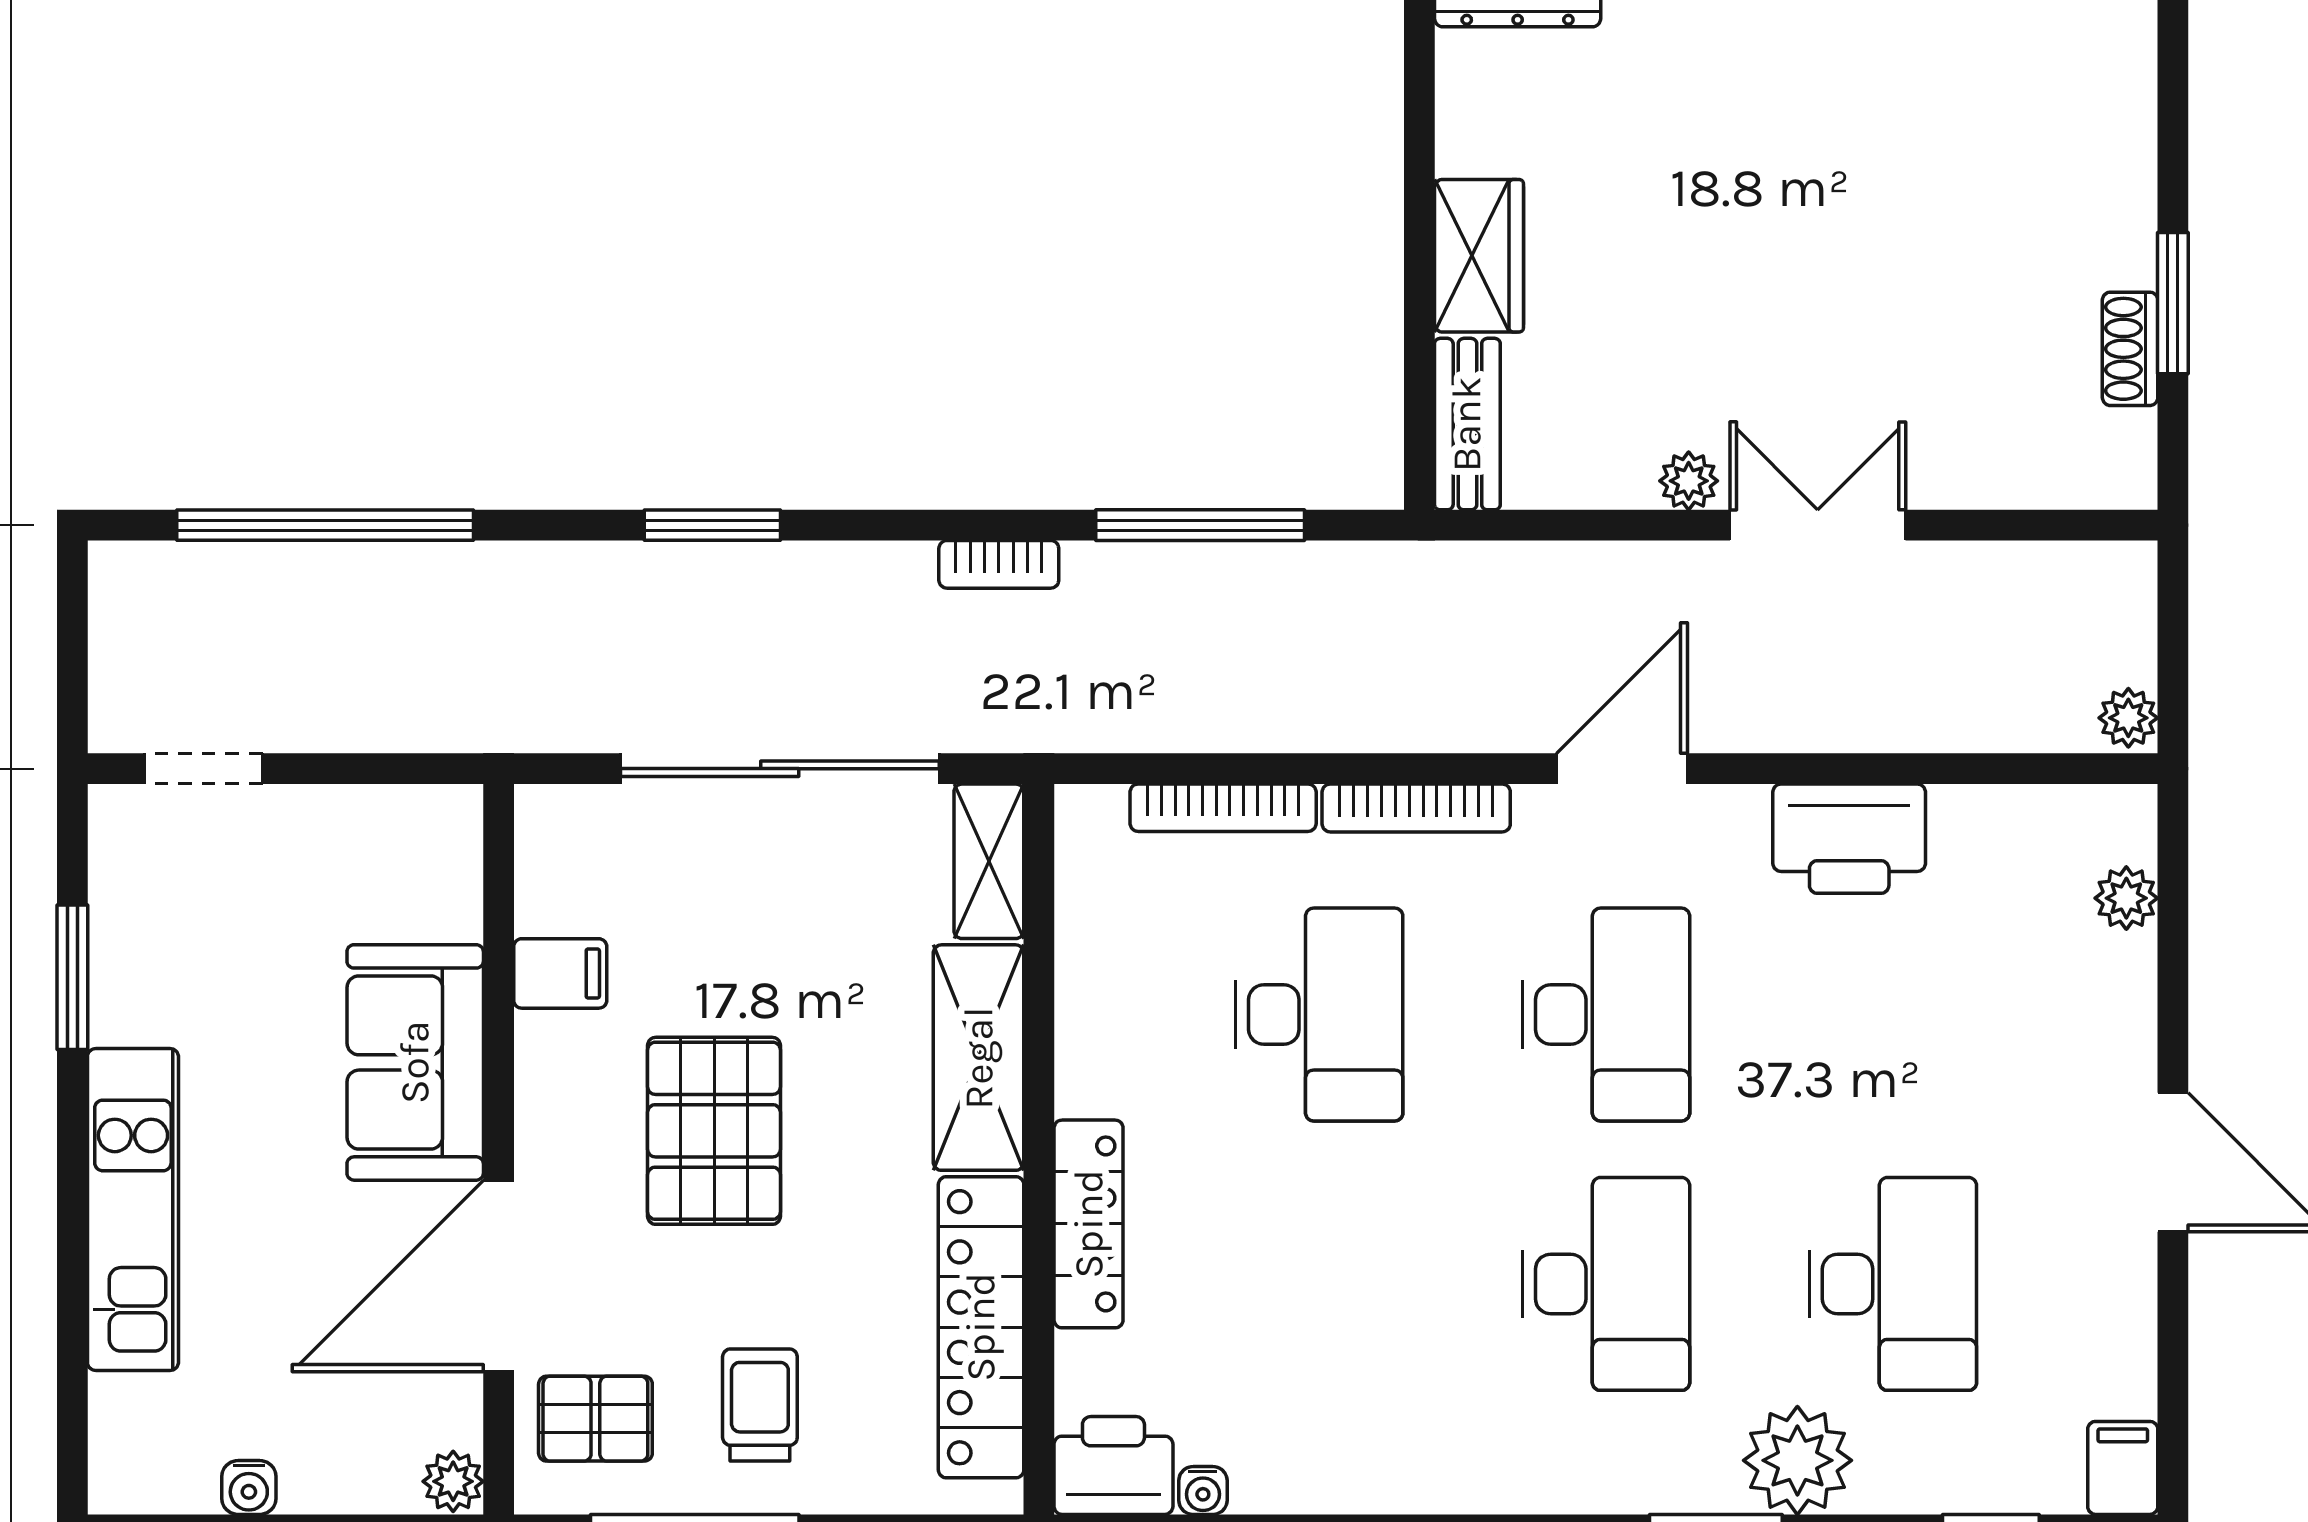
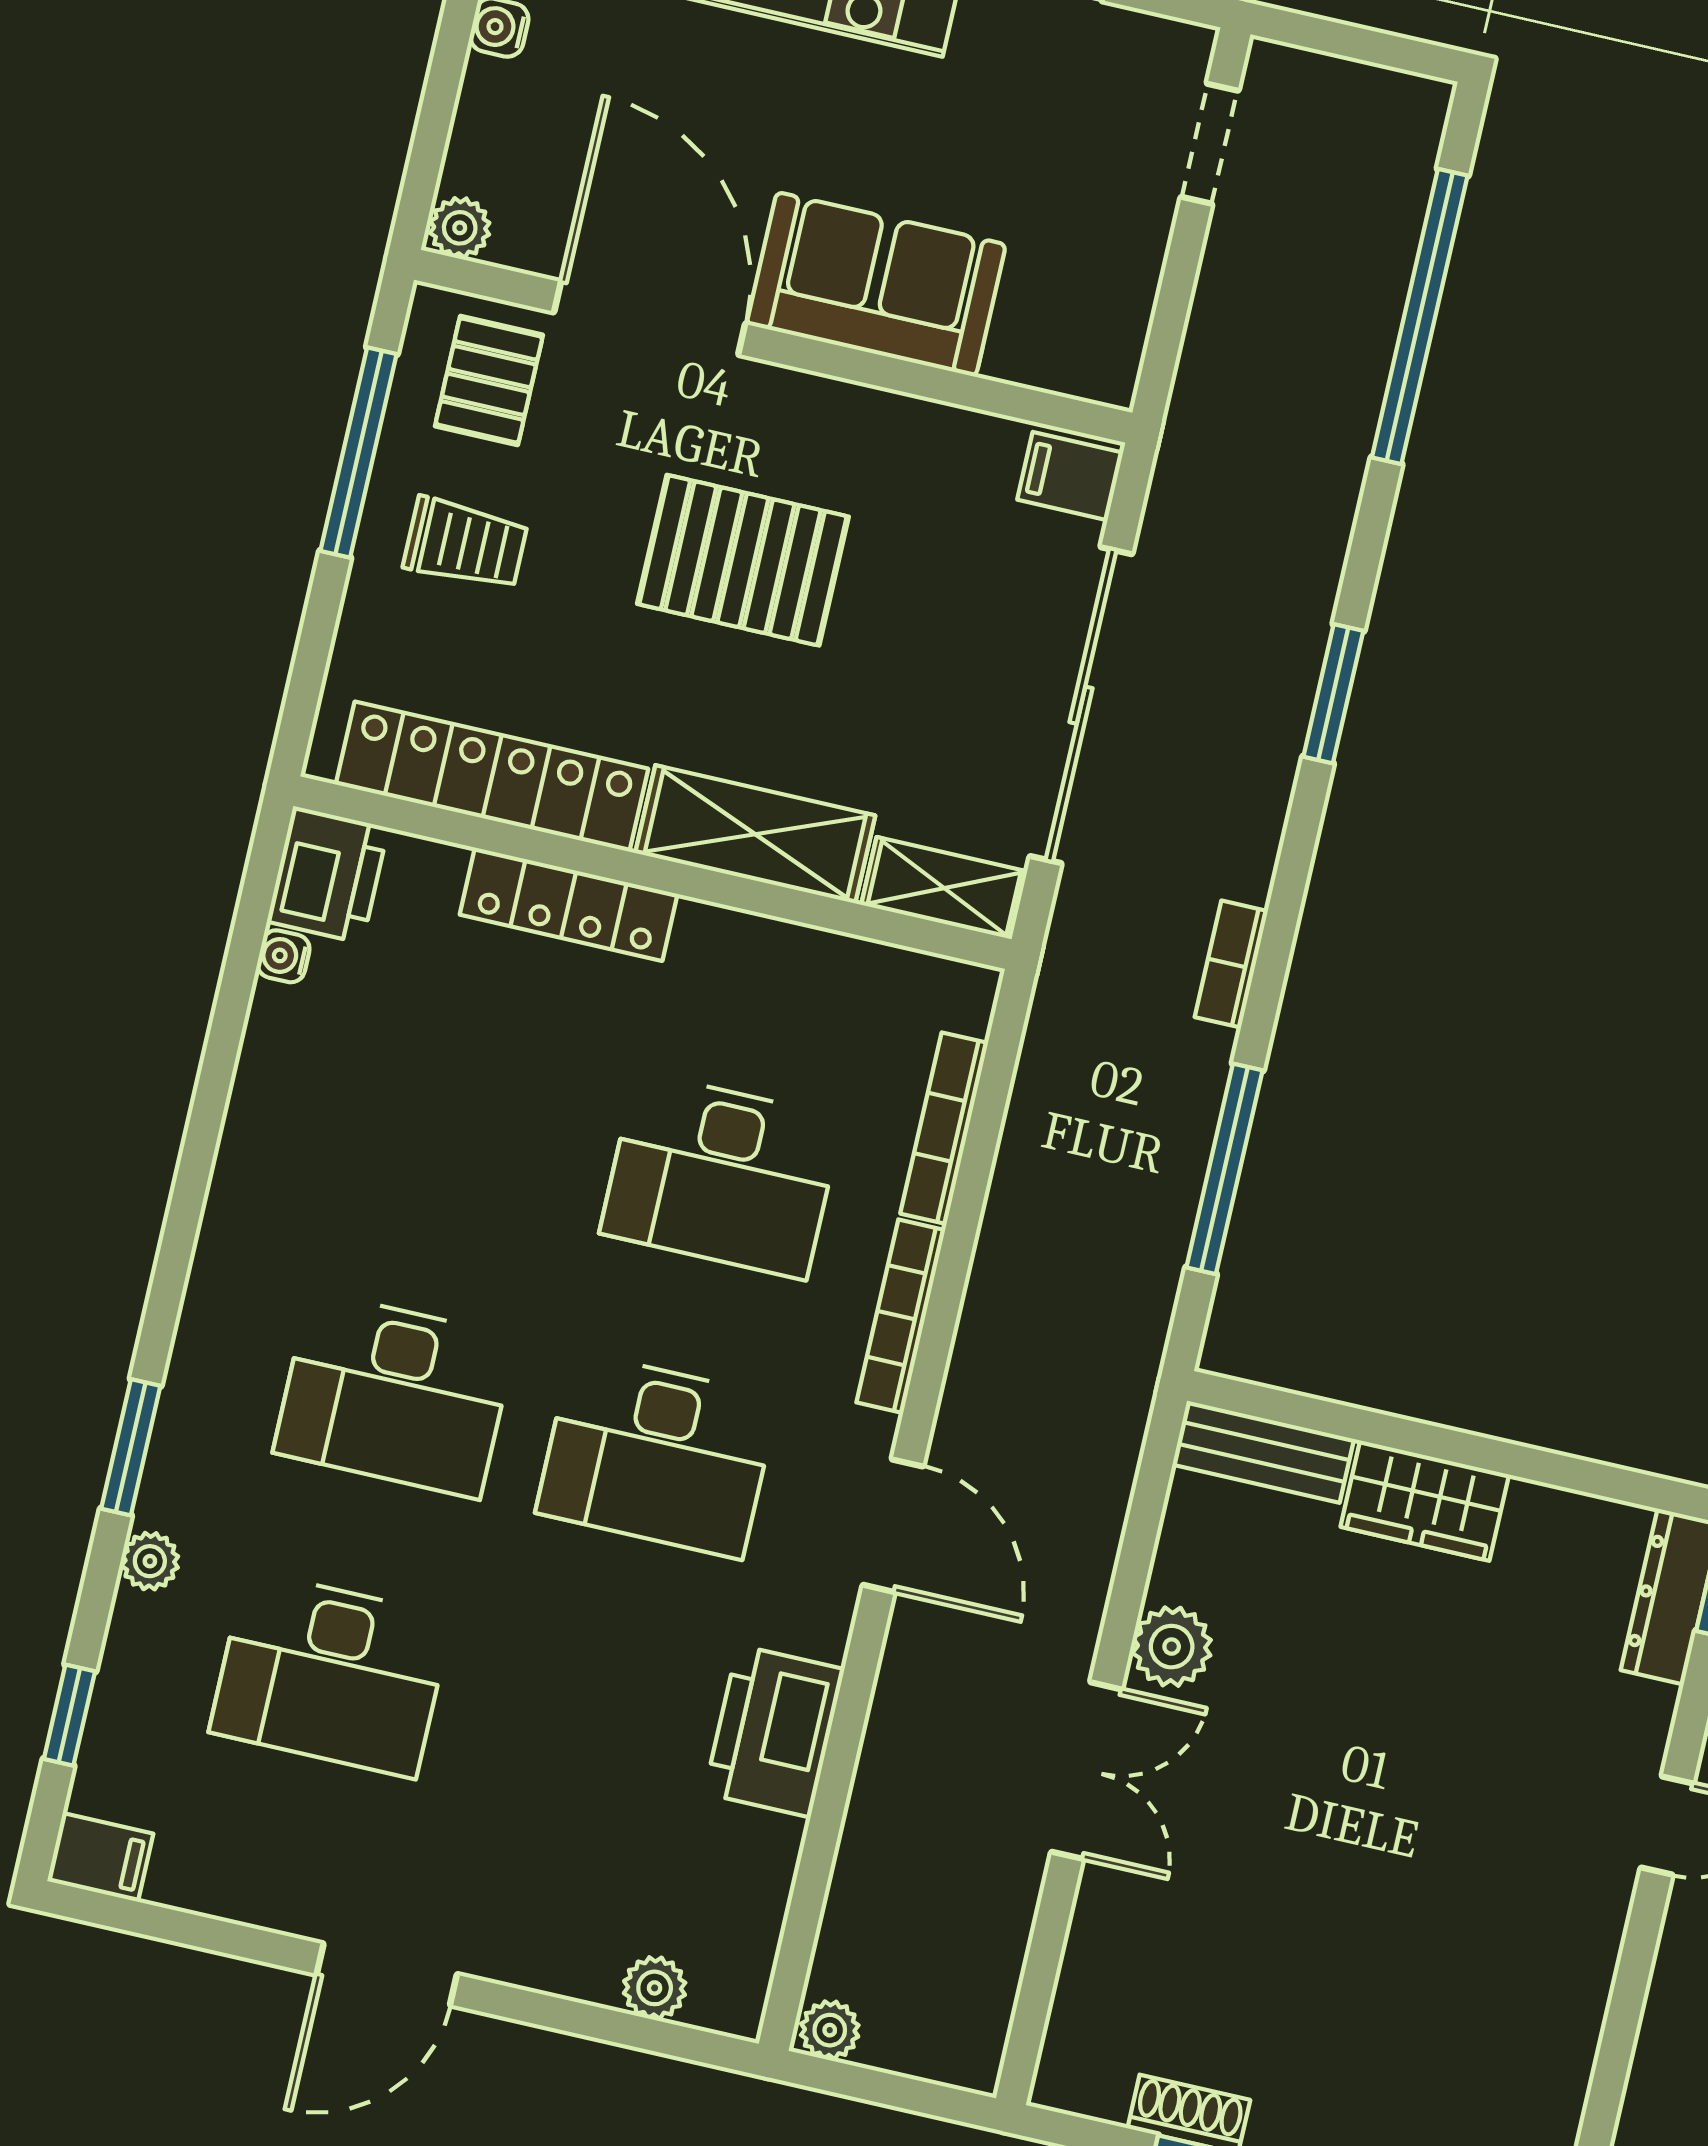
plant: (1689, 481) -> (1172, 1647), width x1.38, depth x1.38
filing cabinet: (560, 973) -> (1070, 476), moved, turned 90
plant: (1797, 1460) -> (150, 1561), width x0.53, depth x0.53

